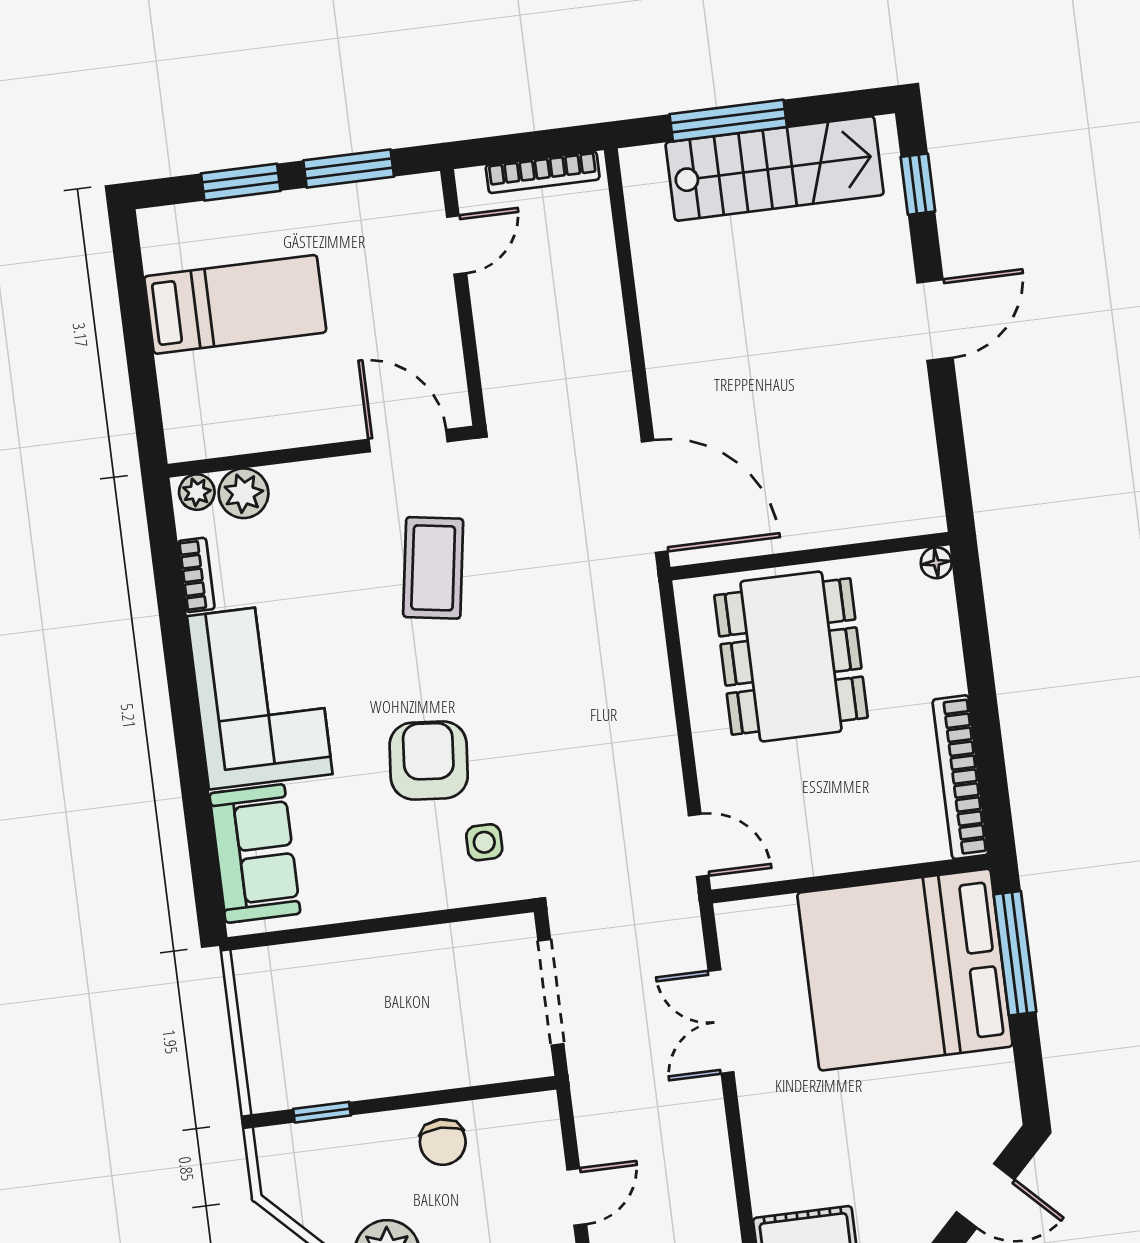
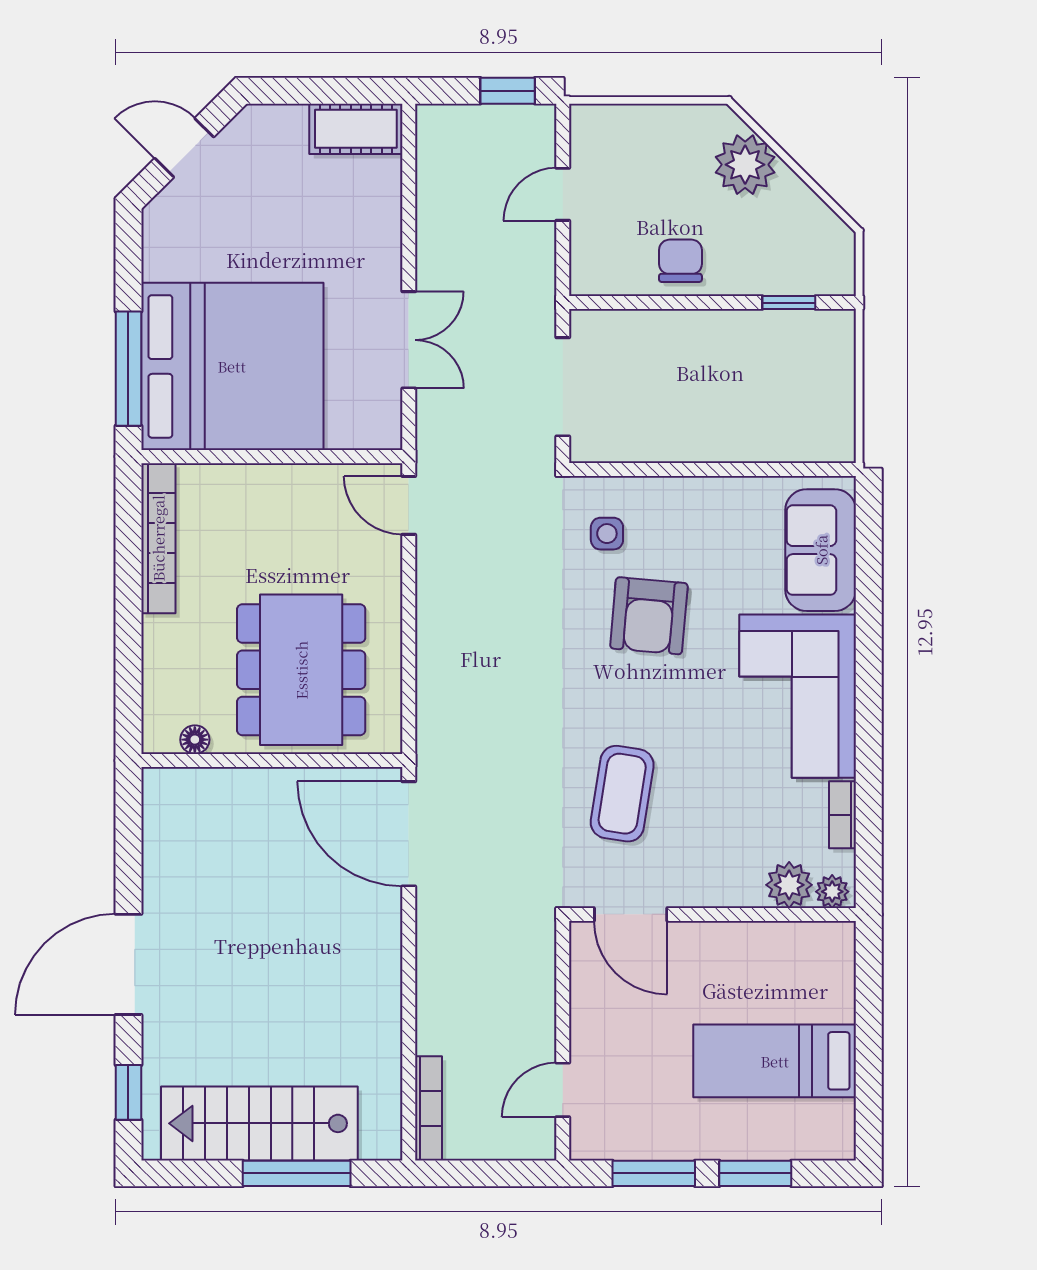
bookcase: (543, 172) -> (429, 1108), moved, turned 90
door: (935, 320) -> (128, 964), width x1.36
floor lamp: (936, 563) -> (195, 740), moved

